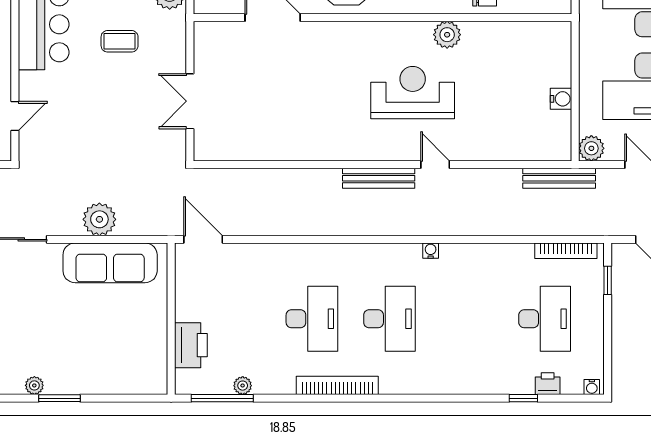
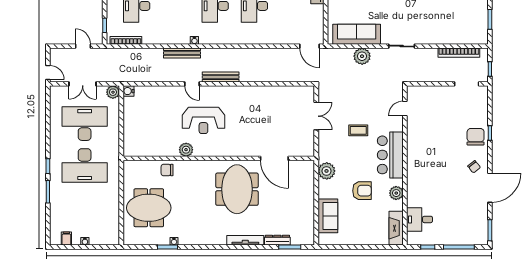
coffee table: (120, 41) -> (358, 130), moved
water cooler: (561, 99) -> (128, 91), moved
bench: (559, 178) -> (182, 53), moved

